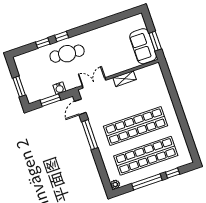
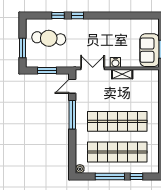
cafe table: (67, 54) -> (49, 38), moved
water cooler: (59, 88) -> (115, 62), moved

